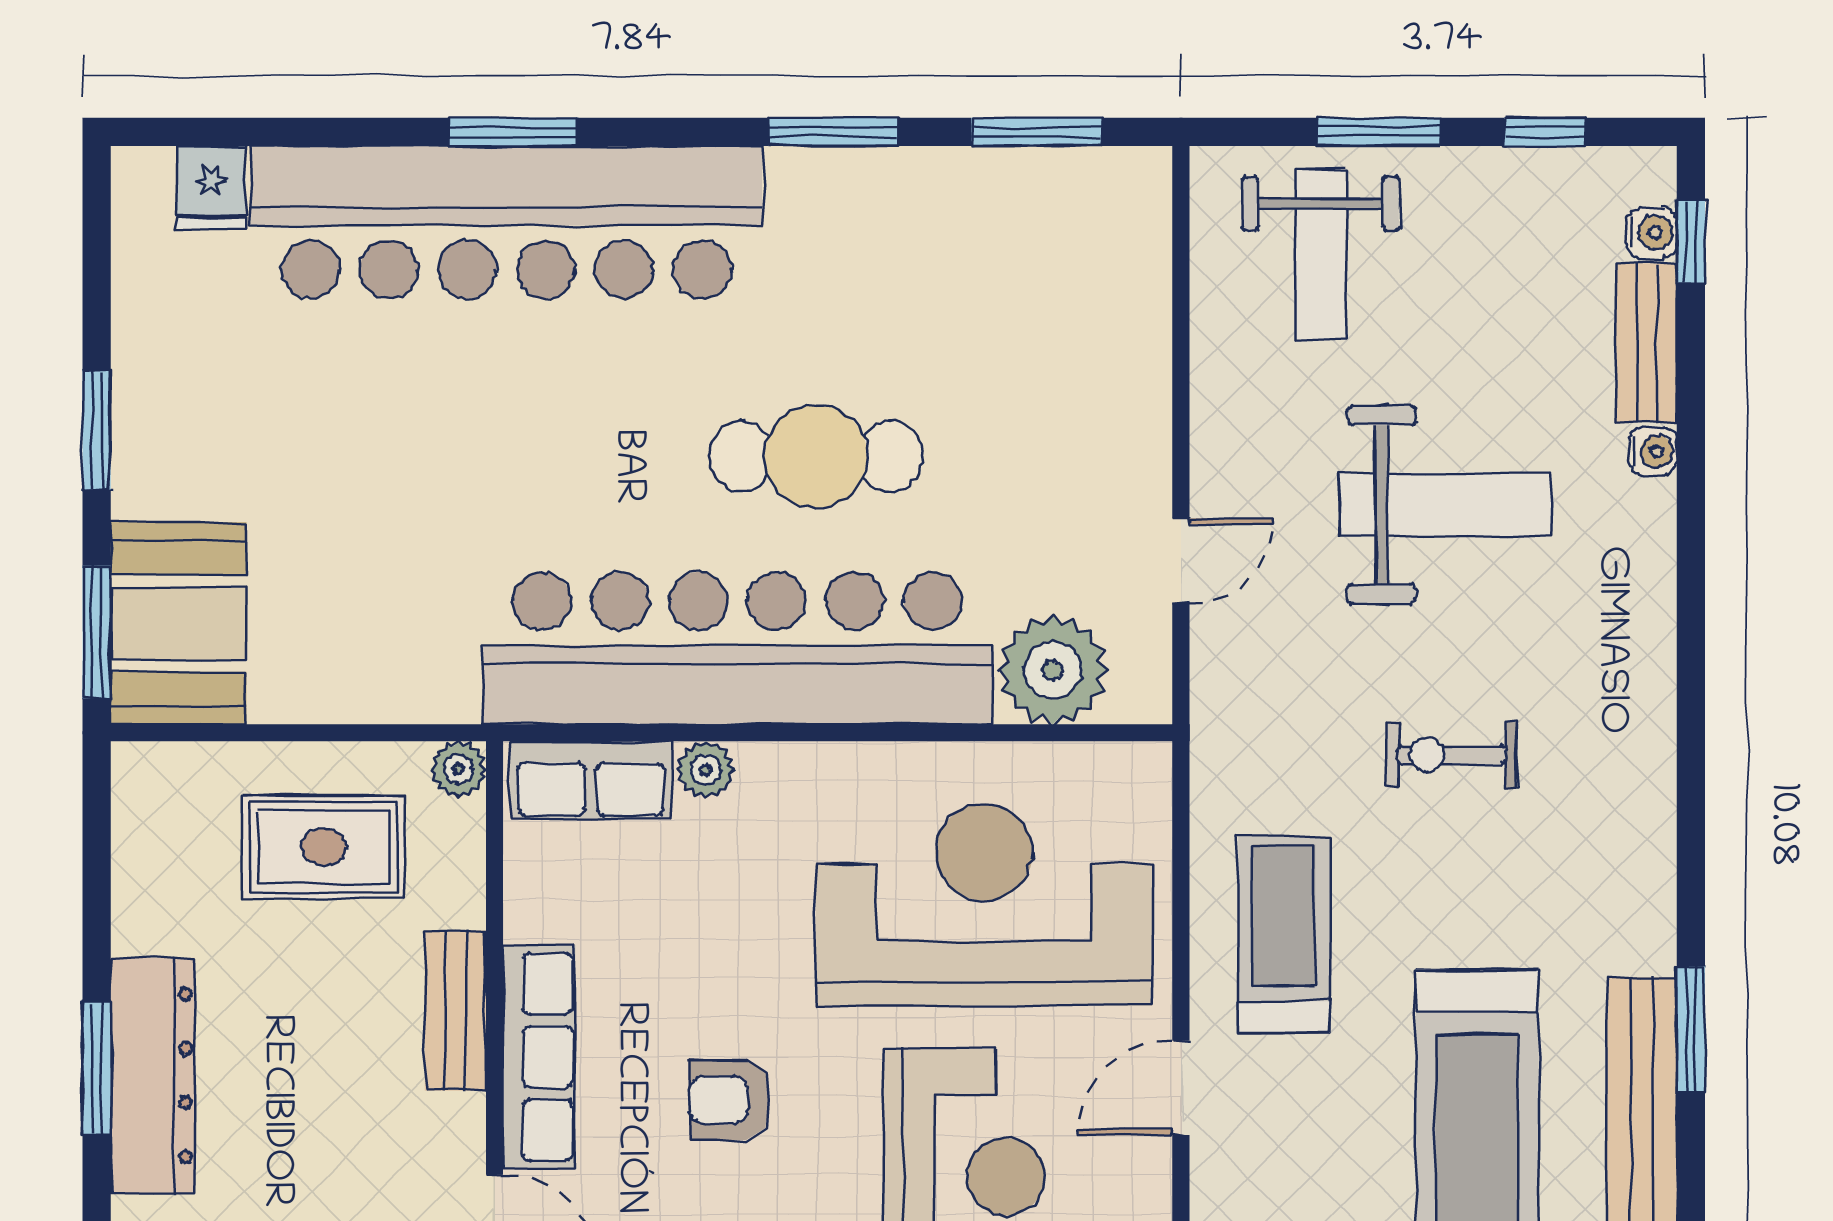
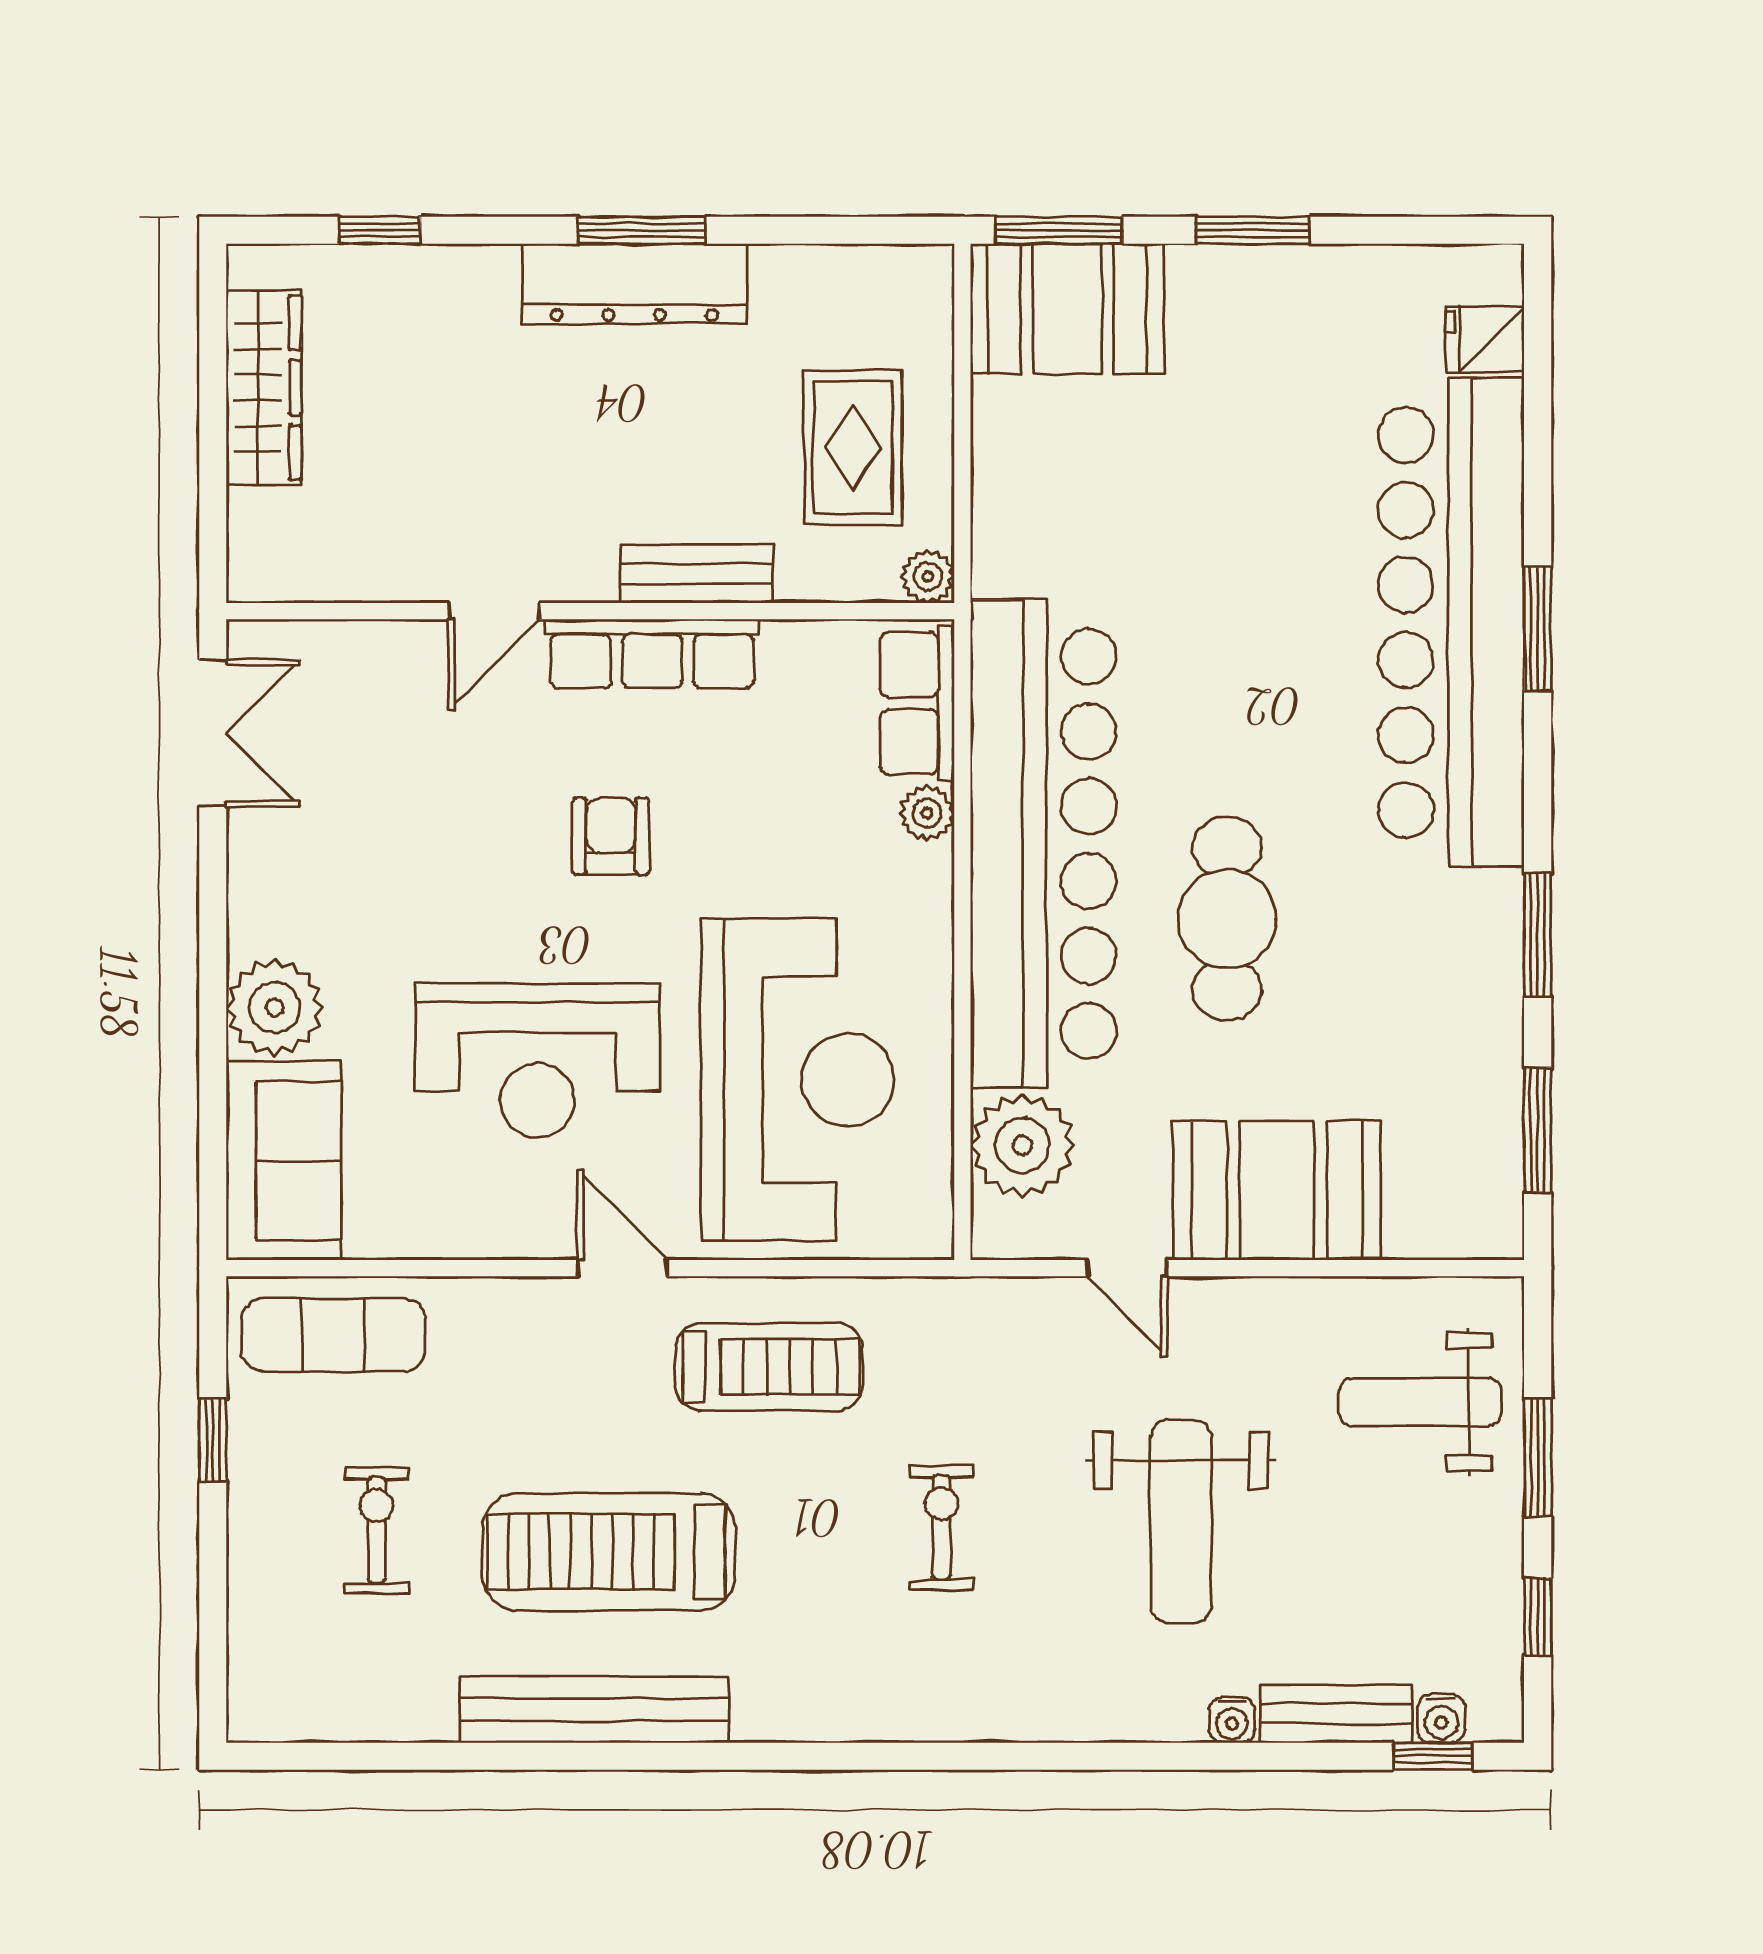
booth: (1100, 404) -> (1277, 1190), added
window: (1691, 1030) -> (678, 1756), removed

